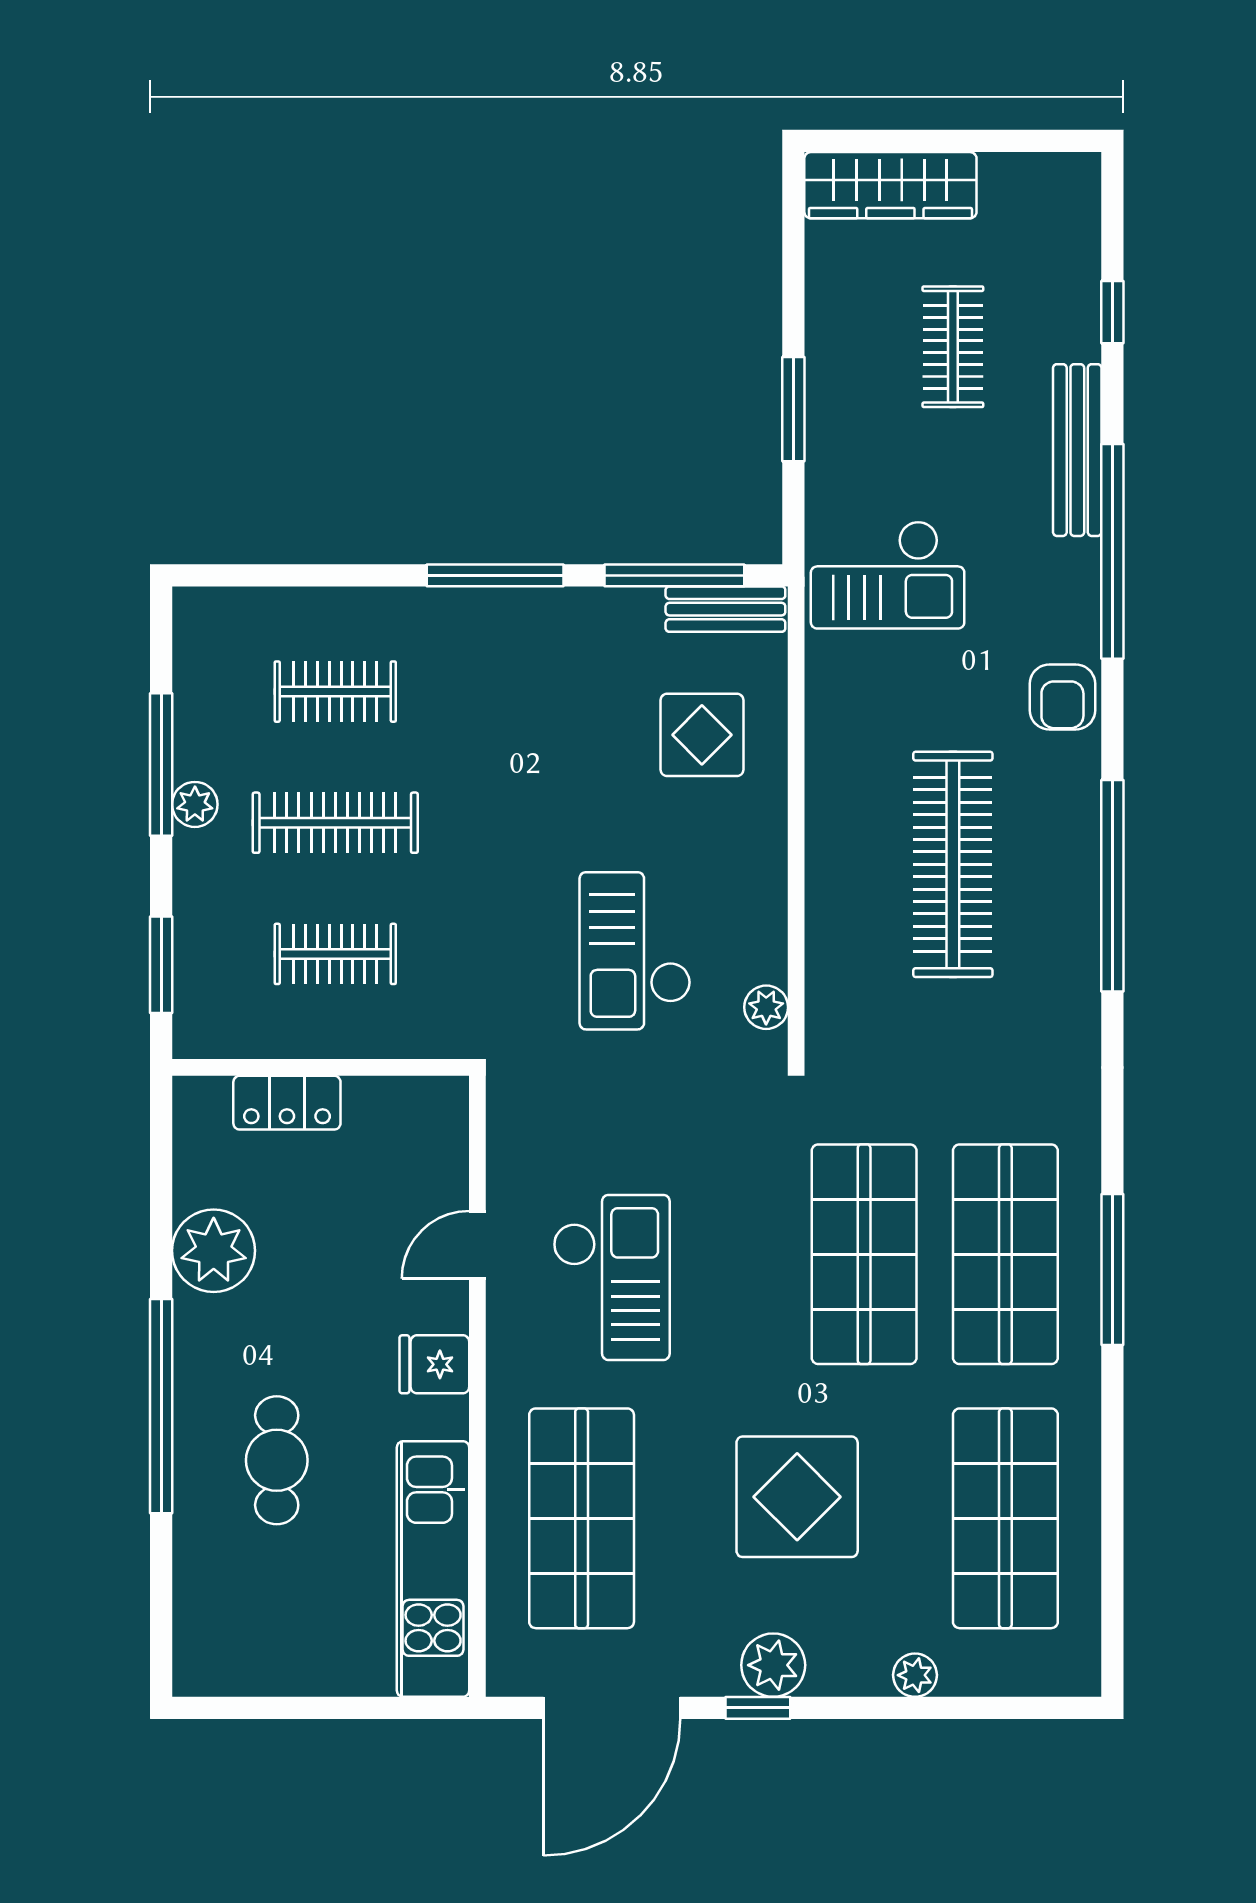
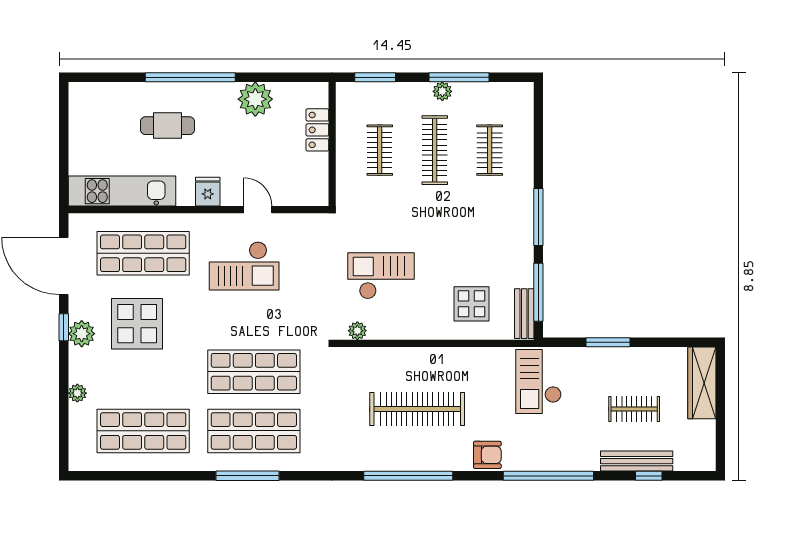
bench: (1077, 450) -> (637, 461), moved
armchair: (1062, 697) -> (487, 455), turned 180
display table: (797, 1497) -> (137, 324), moved

